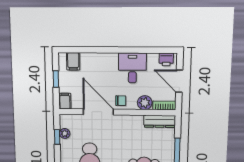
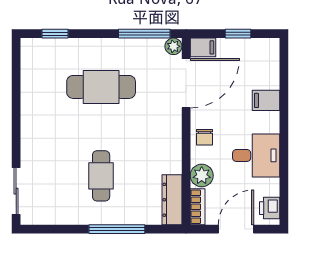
filing cabinet: (73, 61) -> (266, 100), moved
door: (98, 112) -> (186, 83), moved
plant: (65, 133) -> (173, 46), moved
window: (57, 137) -> (144, 34), width x2.17

